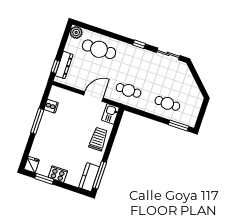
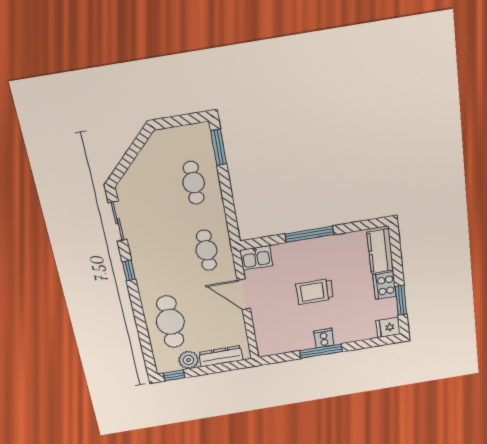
plant: (76, 32) -> (188, 360), moved
window: (55, 67) -> (174, 375), moved
cooker: (51, 106) -> (324, 338), moved
trolley: (98, 139) -> (315, 292), moved
window: (100, 175) -> (309, 234), moved
kitchen counter: (89, 177) -> (380, 251), moved, turned 90

